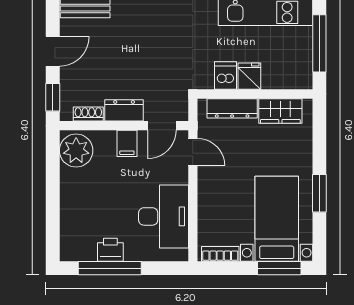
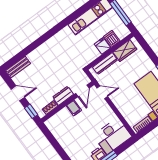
door: (53, 51) -> (18, 93), hinge flipped
dishwasher: (226, 76) -> (112, 39), moved
plant: (76, 151) -> (56, 126), removed
desk: (164, 216) -> (112, 136), moved, turned 90

